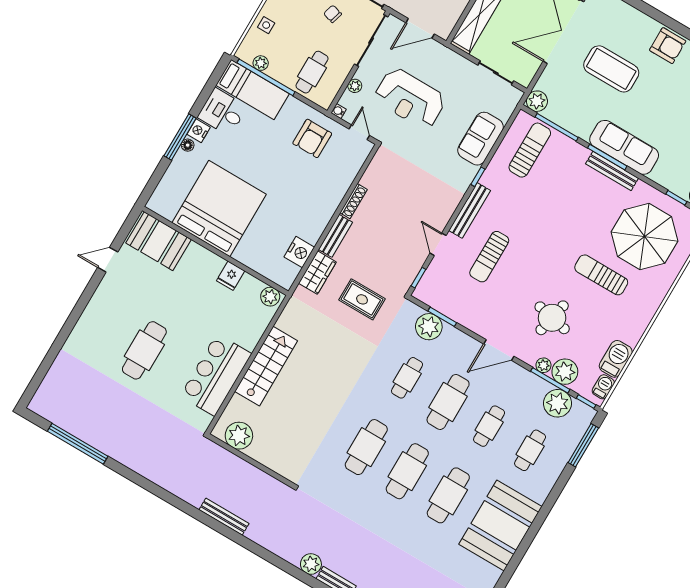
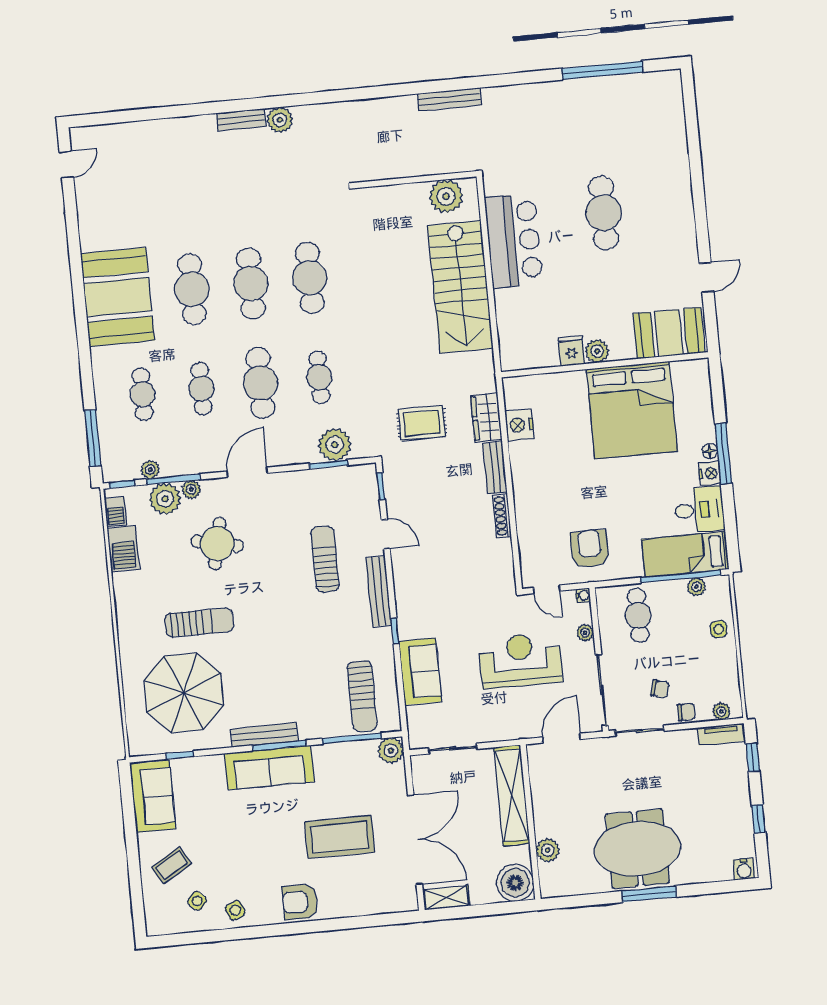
plant: (270, 297) -> (597, 351), moved
stairs: (266, 366) -> (460, 287), width x1.36, depth x1.51
plant: (558, 403) -> (150, 470), width x0.53, depth x0.53
bench: (224, 517) -> (449, 99), moved

